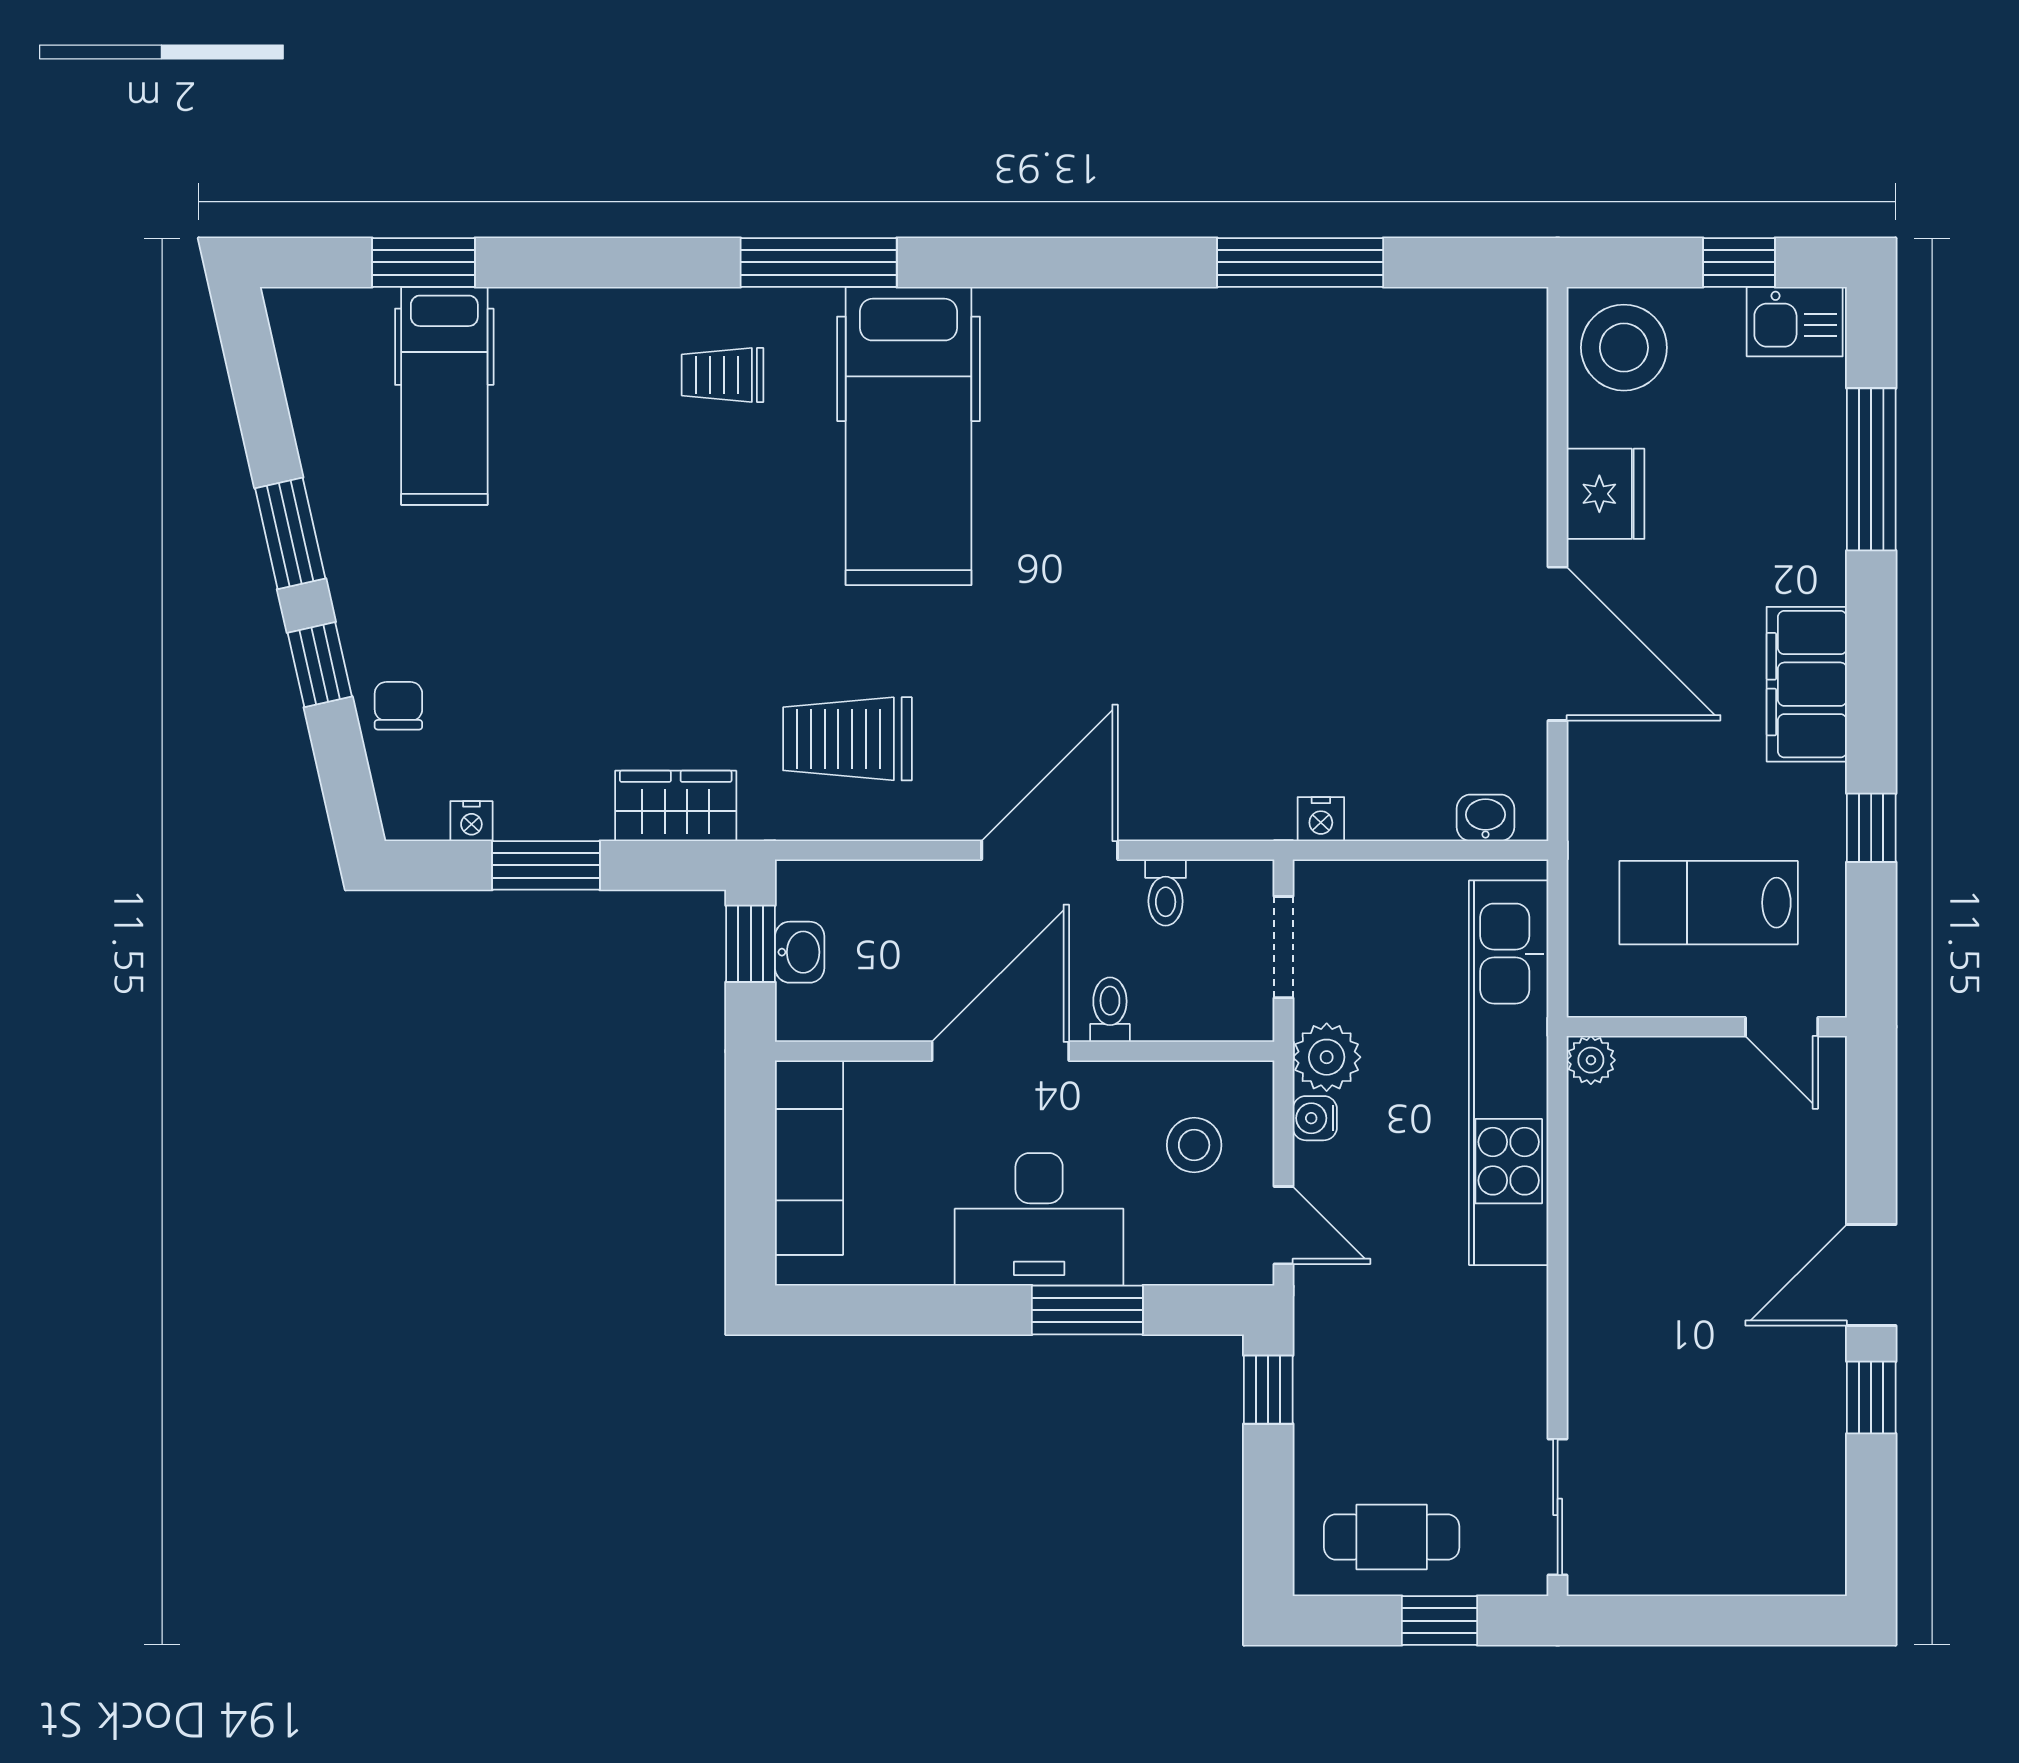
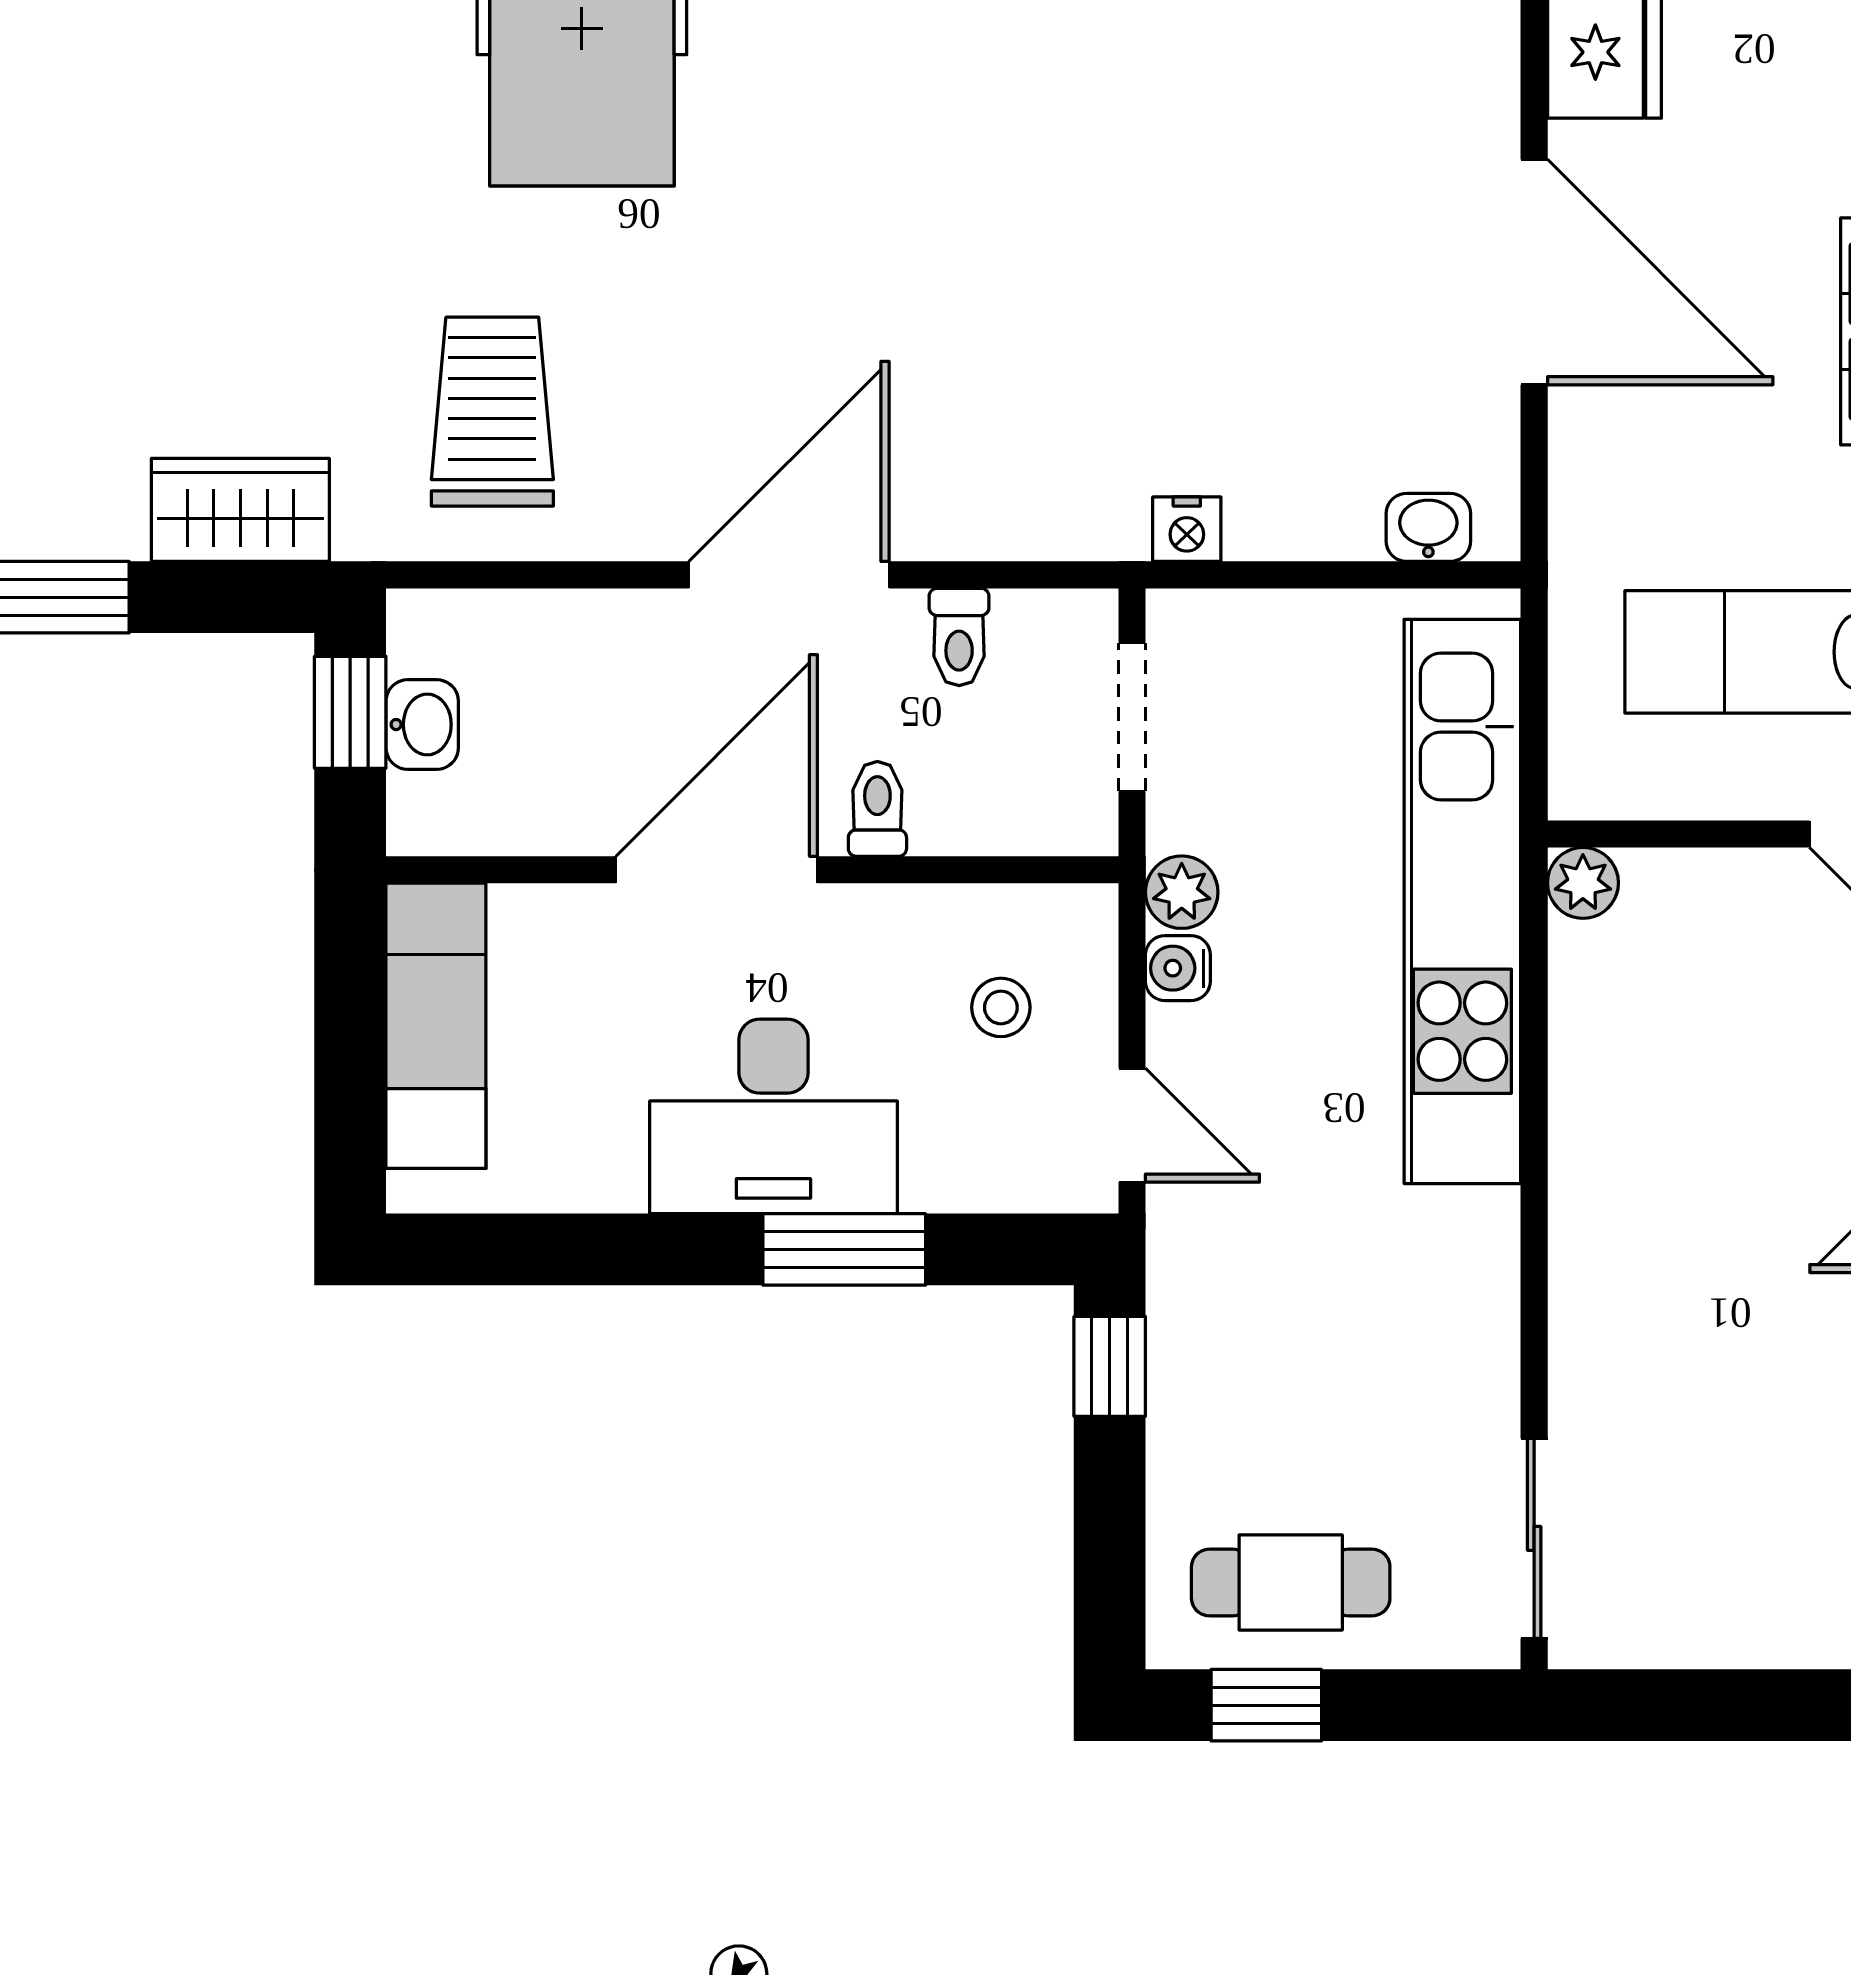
trolley: (847, 739) -> (492, 412), turned 90
plant: (1327, 1057) -> (1182, 892), width x0.73, depth x0.73
stool: (1194, 1145) -> (1001, 1007), width x0.73, depth x0.73
window: (1439, 1621) -> (1266, 1705), moved

